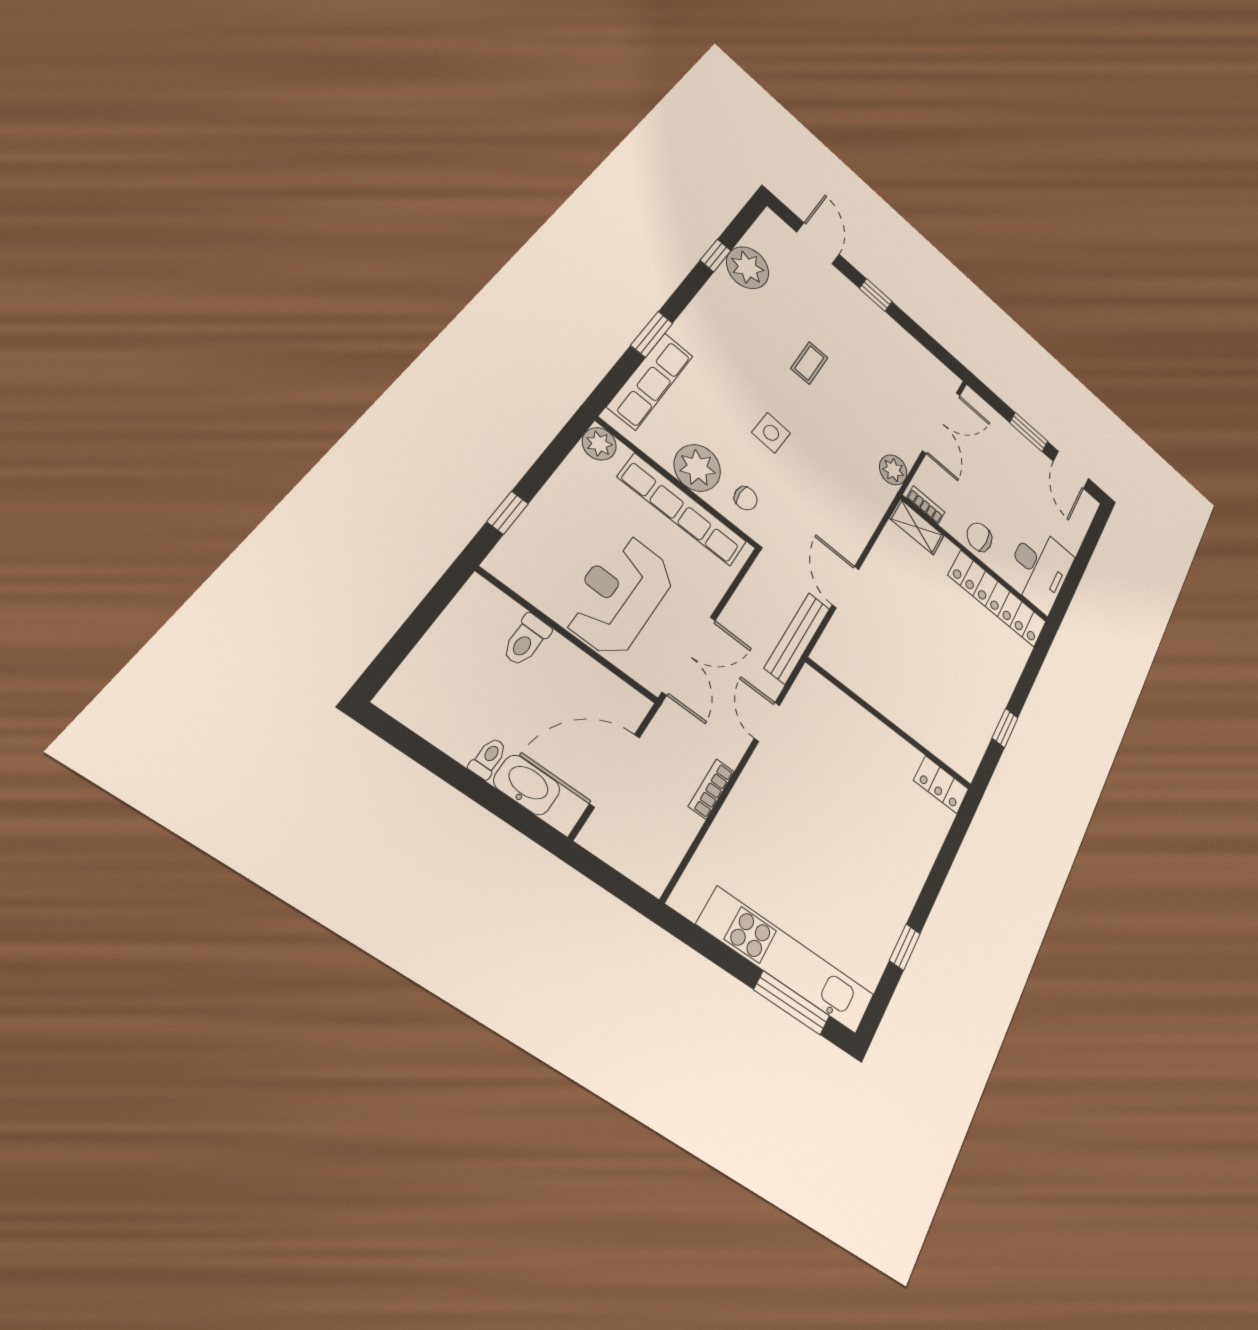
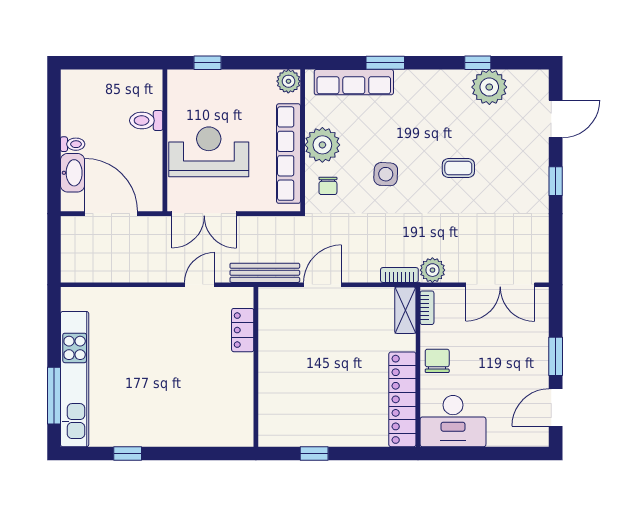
locker: (941, 785) -> (243, 330), moved
bookcase: (711, 789) -> (399, 275), moved

